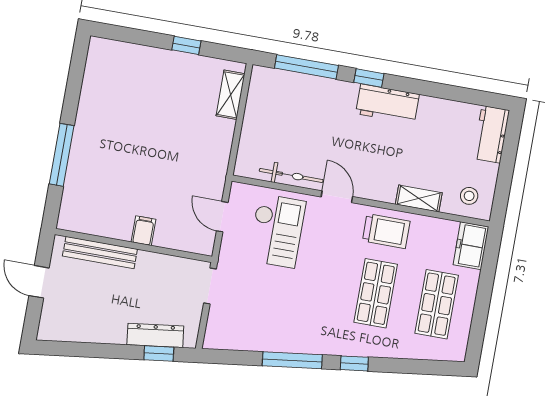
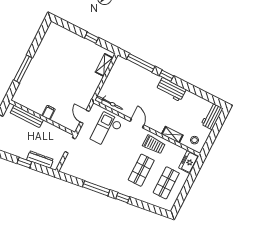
bicycle: (291, 175) -> (110, 103), moved
checkout: (277, 231) -> (106, 130), turned 180
window: (159, 354) -> (24, 163), moved

